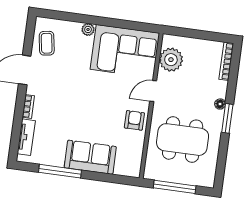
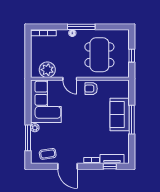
window: (74, 17) -> (28, 138), added
window: (227, 118) -> (81, 27), width x1.44
window: (16, 132) -> (110, 166), added
window: (60, 171) -> (132, 120), moved
window: (175, 187) -> (132, 56), width x0.46

